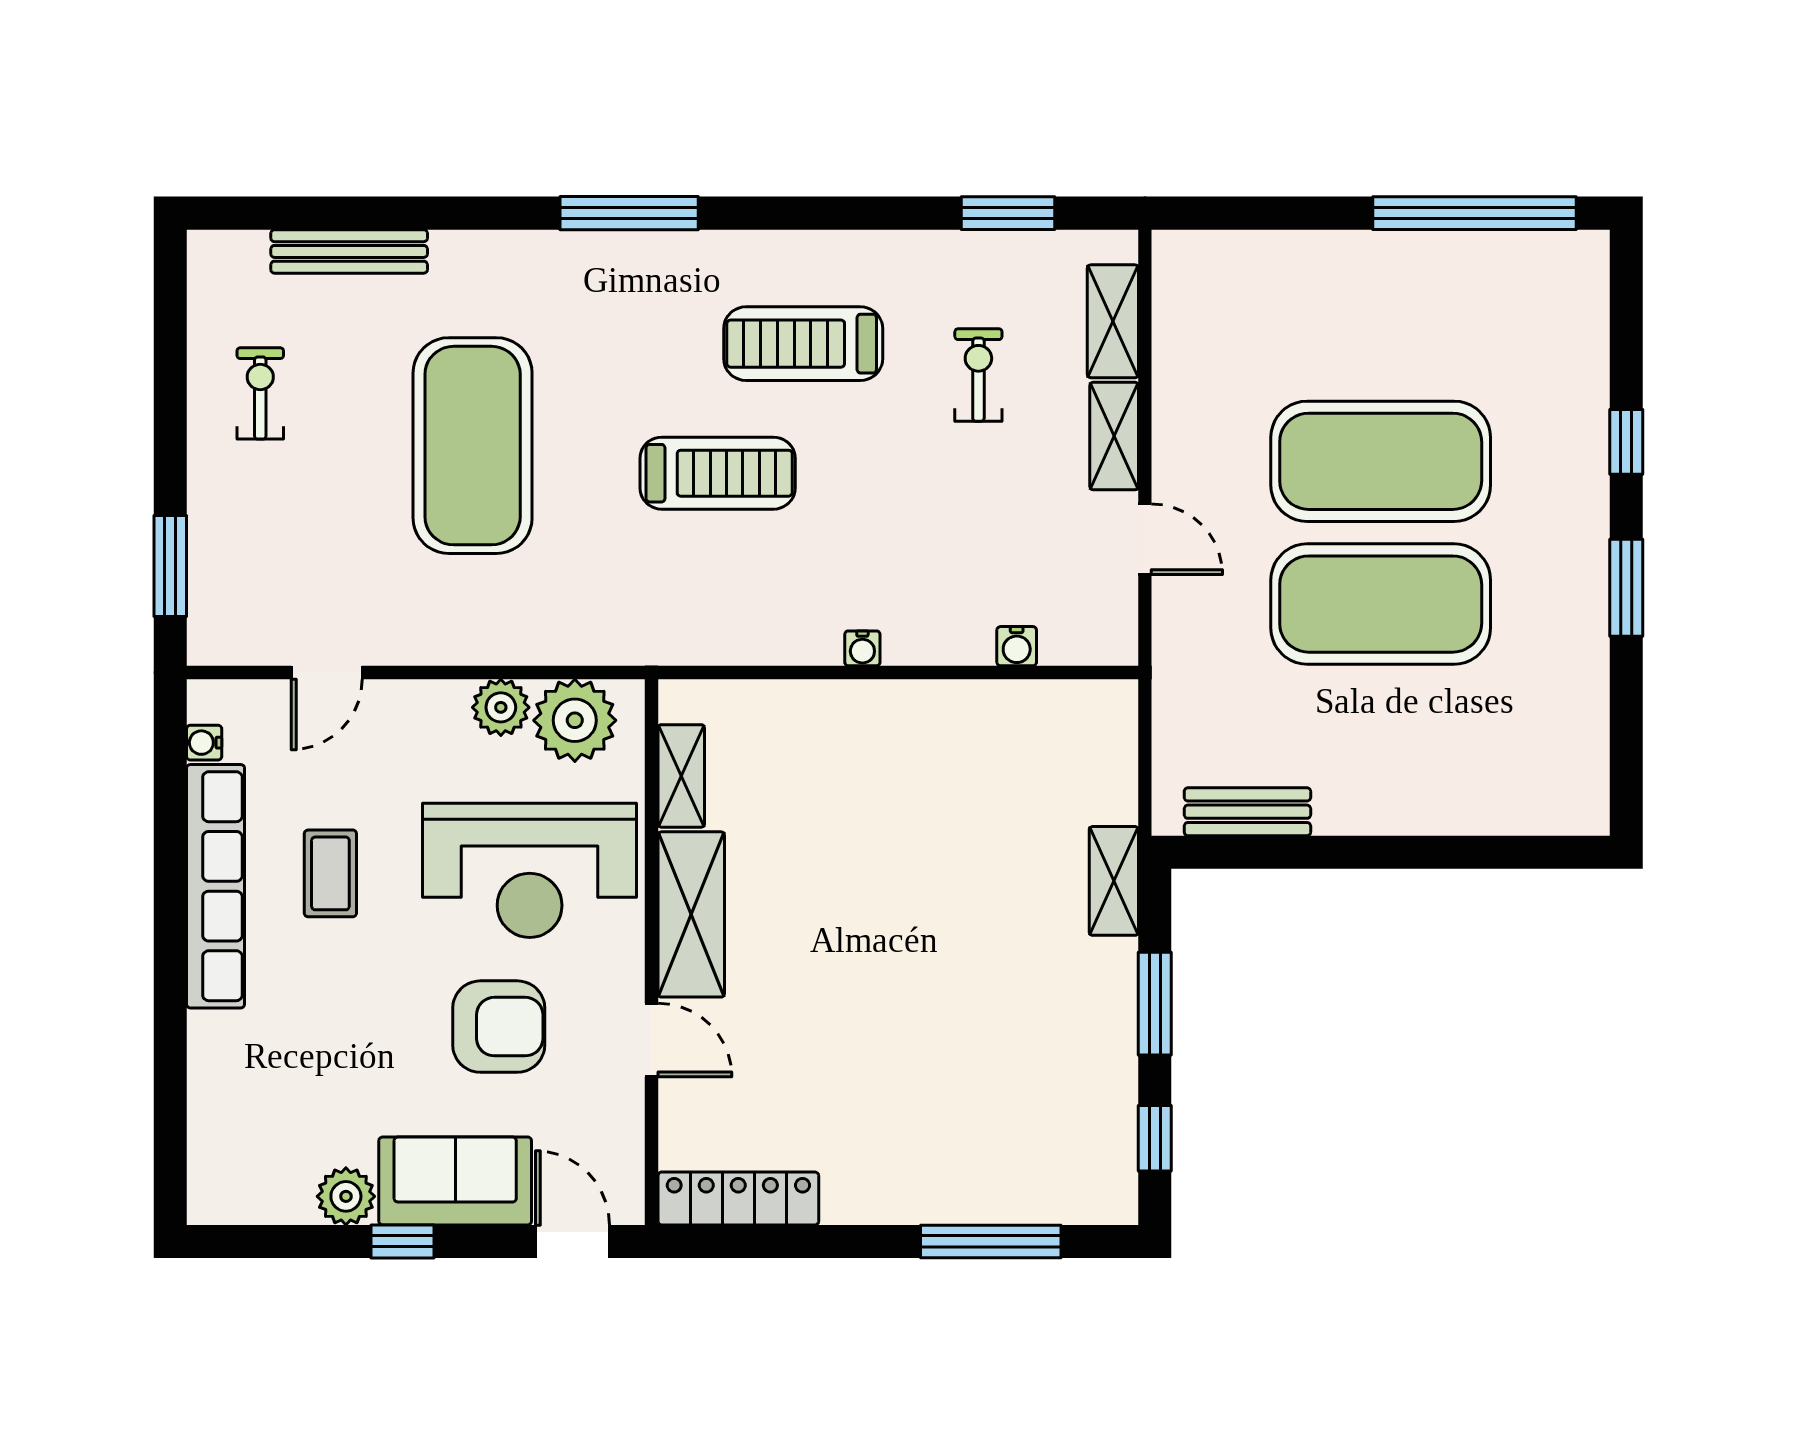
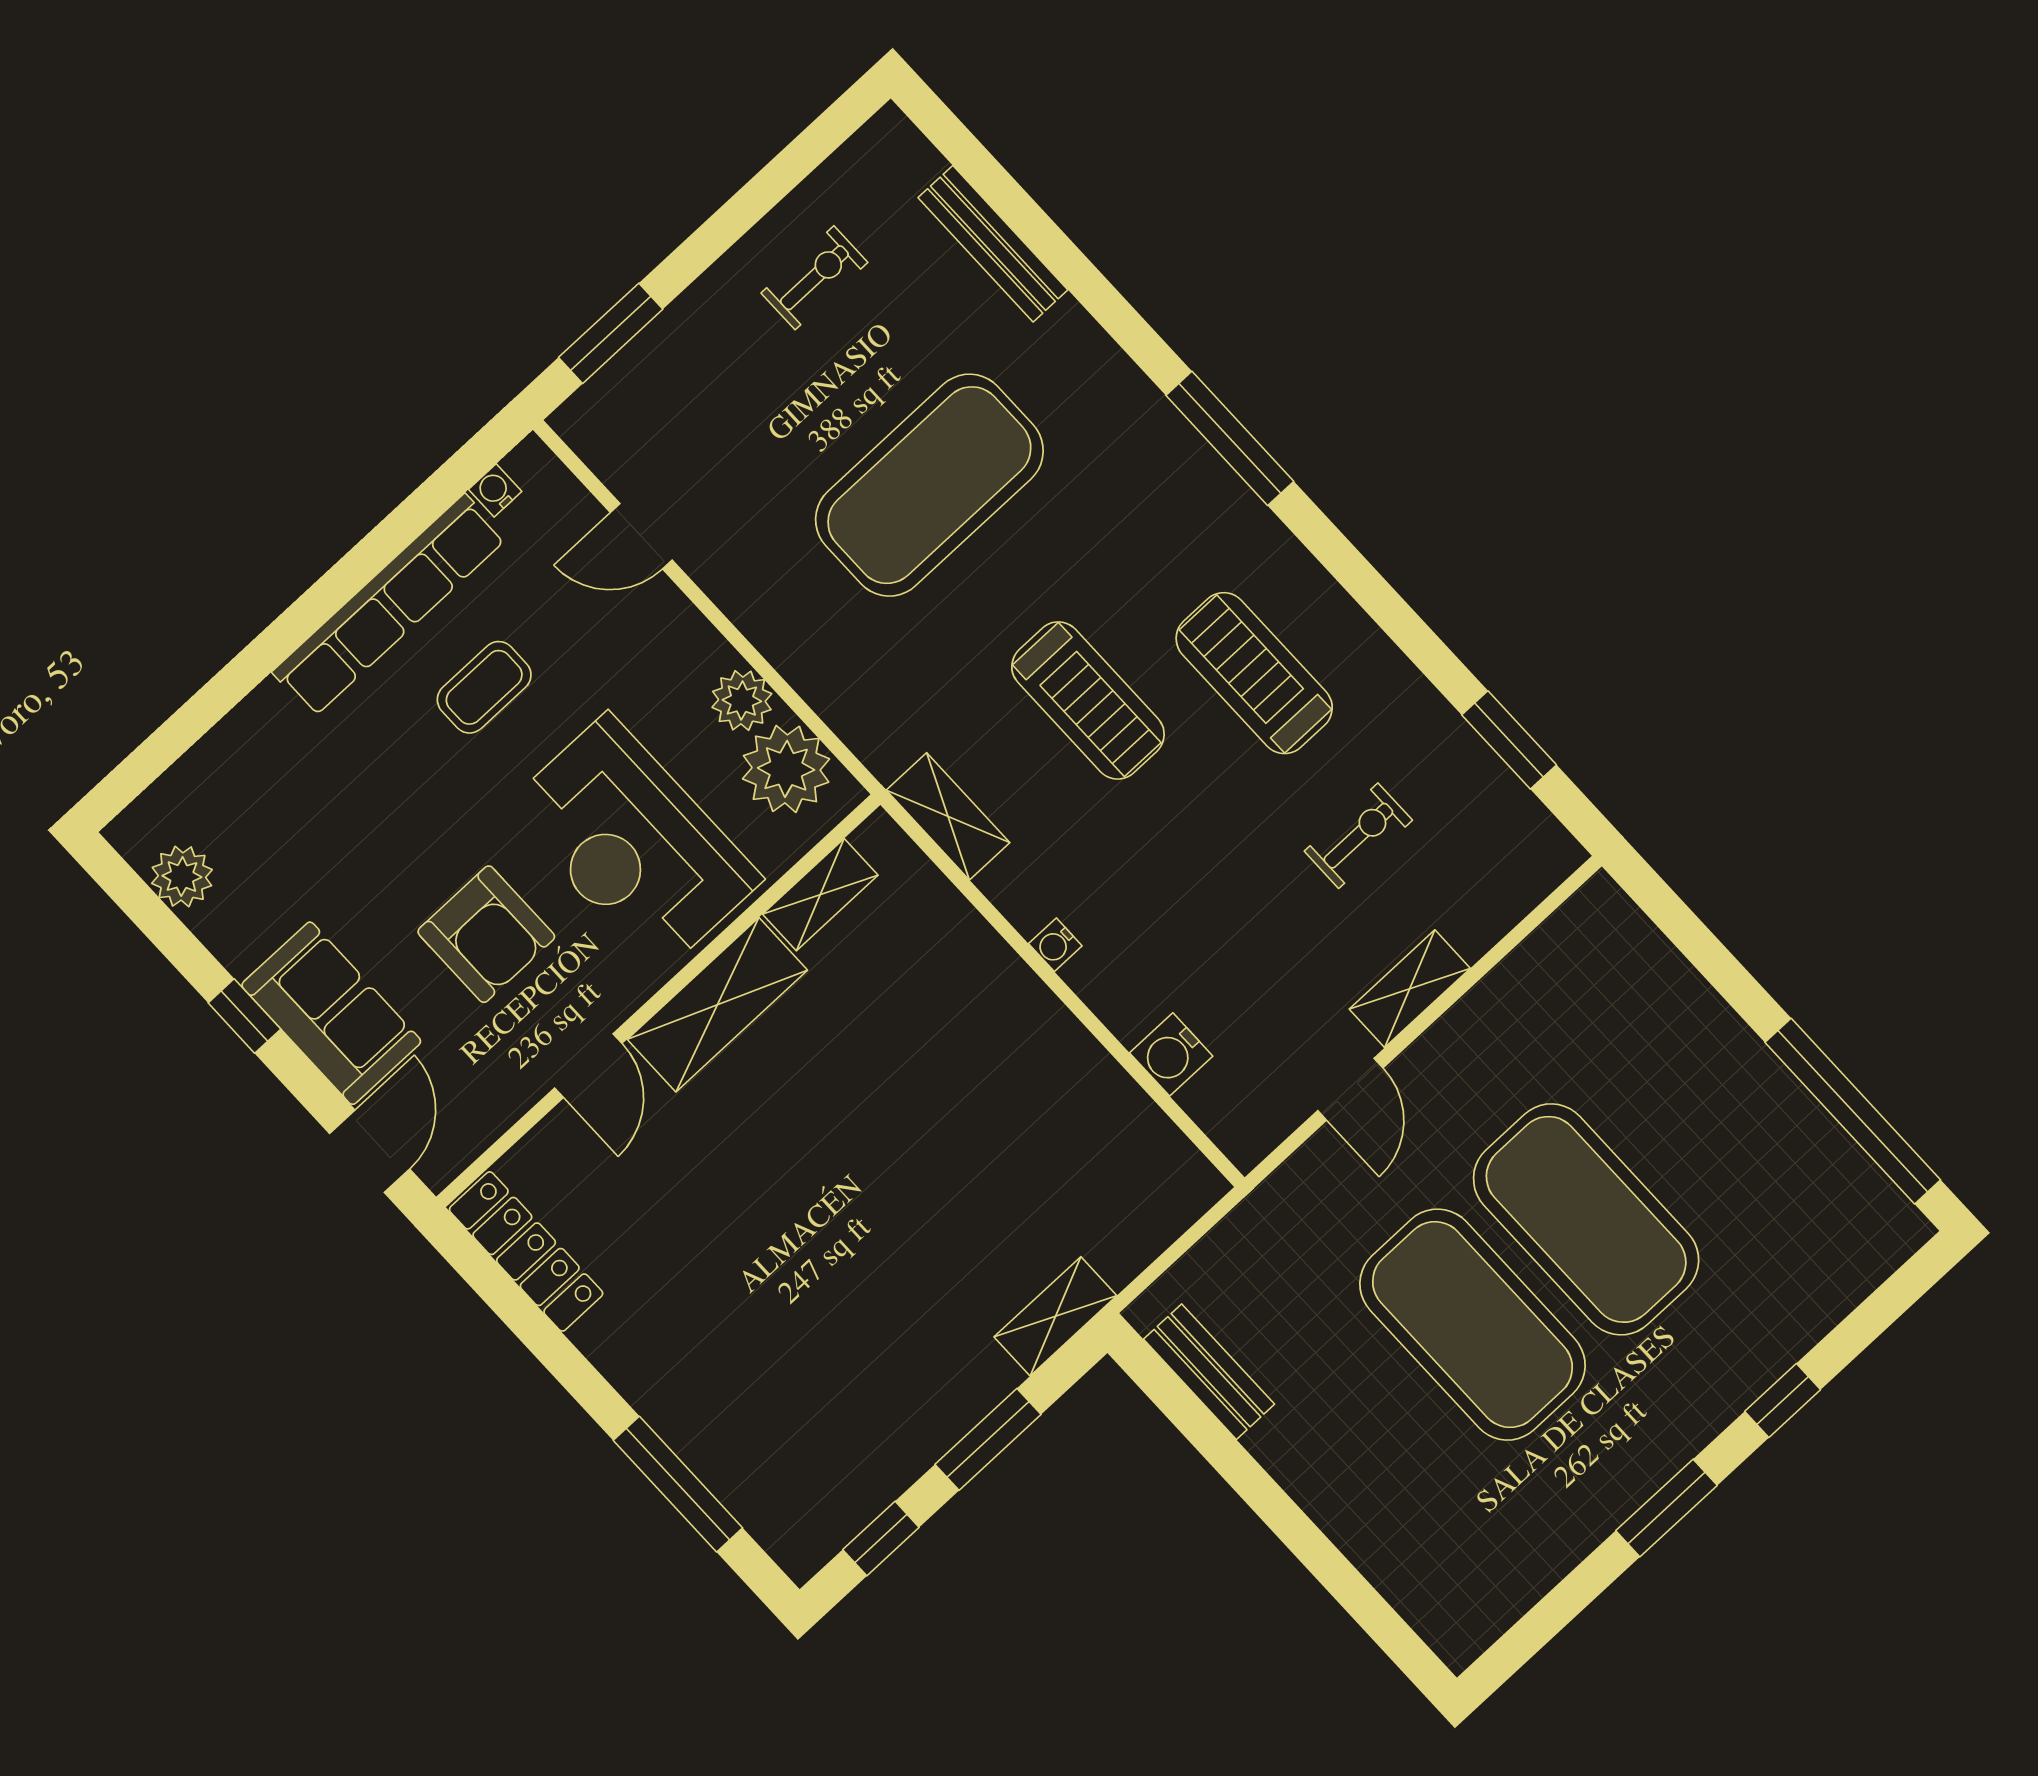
shelving: (1113, 321) -> (948, 816), moved, turned 90
water cooler: (1017, 646) -> (1171, 1054), width x1.38, depth x1.38
plant: (346, 1196) -> (182, 876), moved

